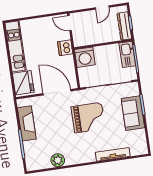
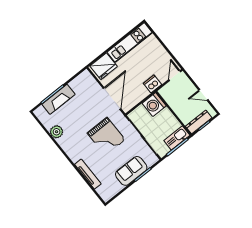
fireplace: (27, 123) -> (58, 99), moved

